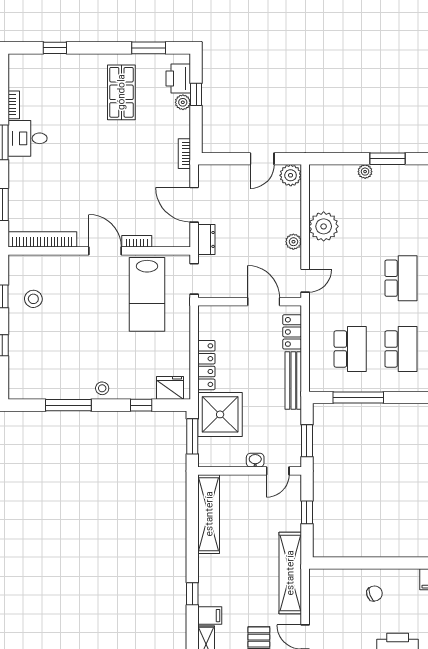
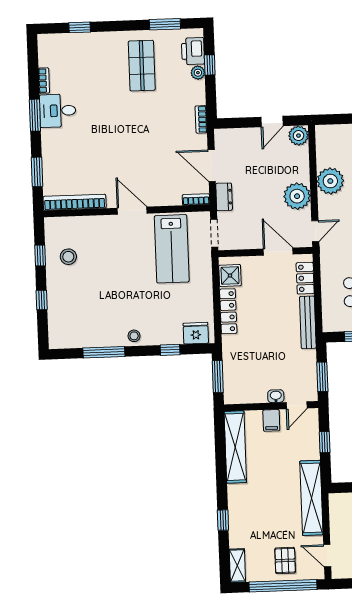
bookcase: (137, 241) -> (196, 199), moved
plant: (293, 242) -> (297, 196), width x1.88, depth x1.88
shower: (220, 414) -> (230, 276), moved, width x0.54, depth x0.54
filing cabinet: (210, 616) -> (271, 420), moved, turned 90

